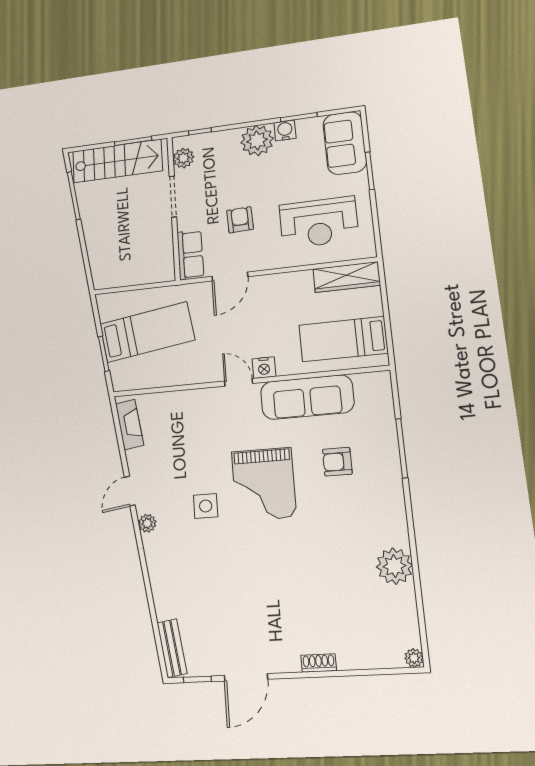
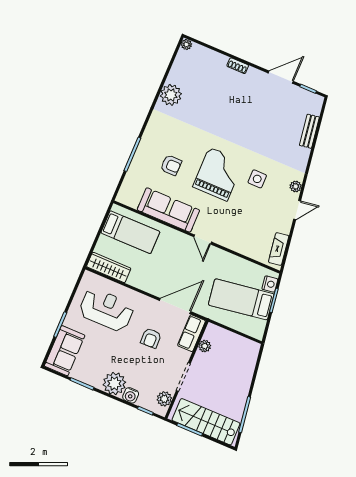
water cooler: (285, 130) -> (131, 395), moved
plant: (165, 248) -> (205, 346), added
door: (230, 277) -> (175, 306), width x1.36
nightstand: (264, 368) -> (270, 284), moved, turned 81
bench: (172, 648) -> (309, 131), moved

